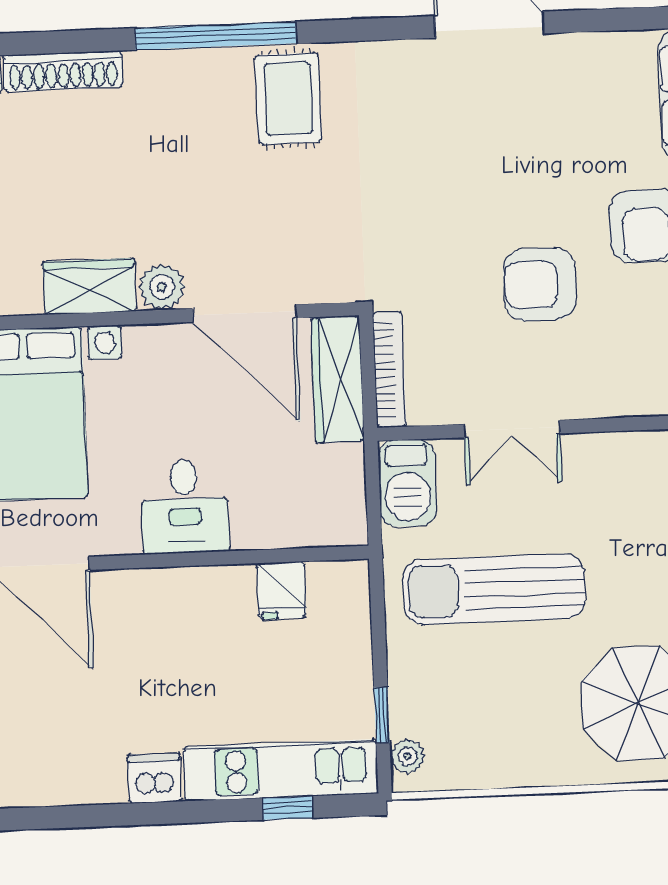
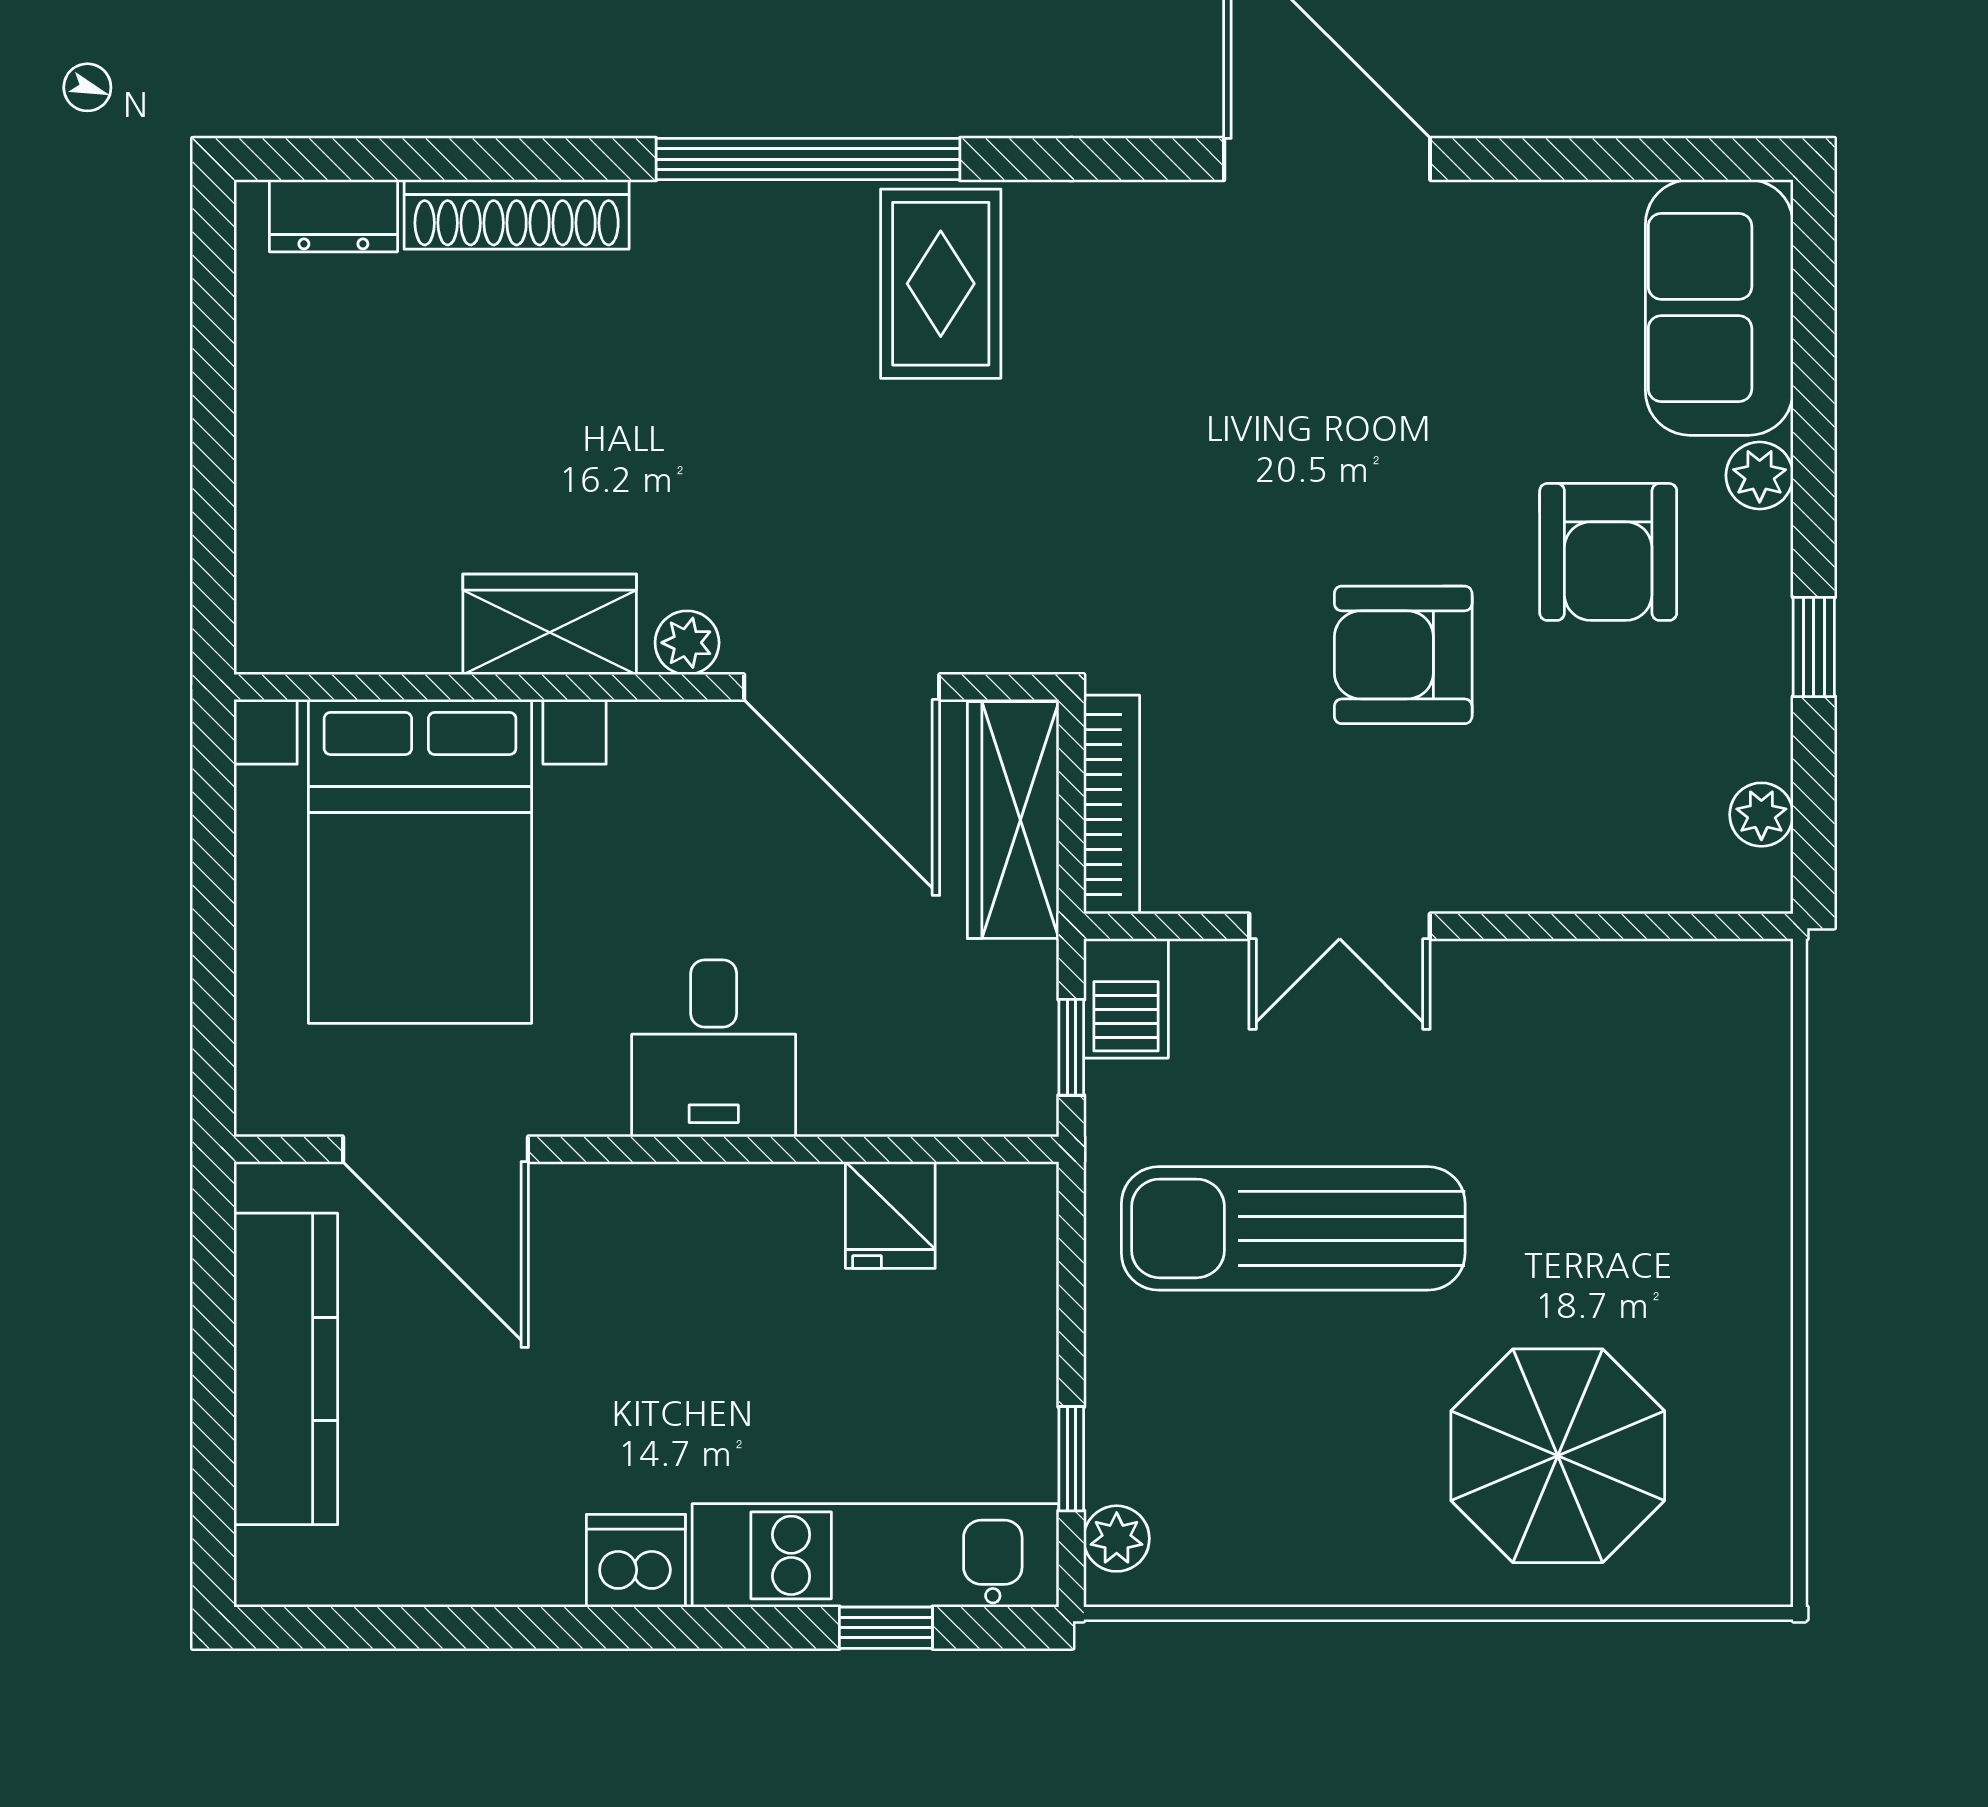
plant: (162, 287) -> (687, 643), width x0.73, depth x0.73
barbecue: (407, 483) -> (1126, 998), width x0.73, depth x0.79
window: (373, 498) -> (1071, 1047), added

